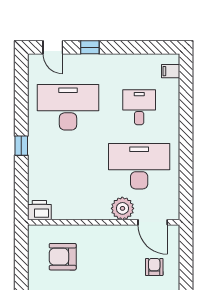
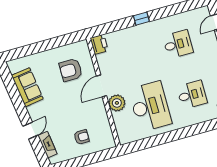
desk: (68, 107) -> (178, 44), width x0.53, depth x0.77
door: (153, 222) -> (102, 86), moved
armchair: (63, 257) -> (71, 70), turned -90

